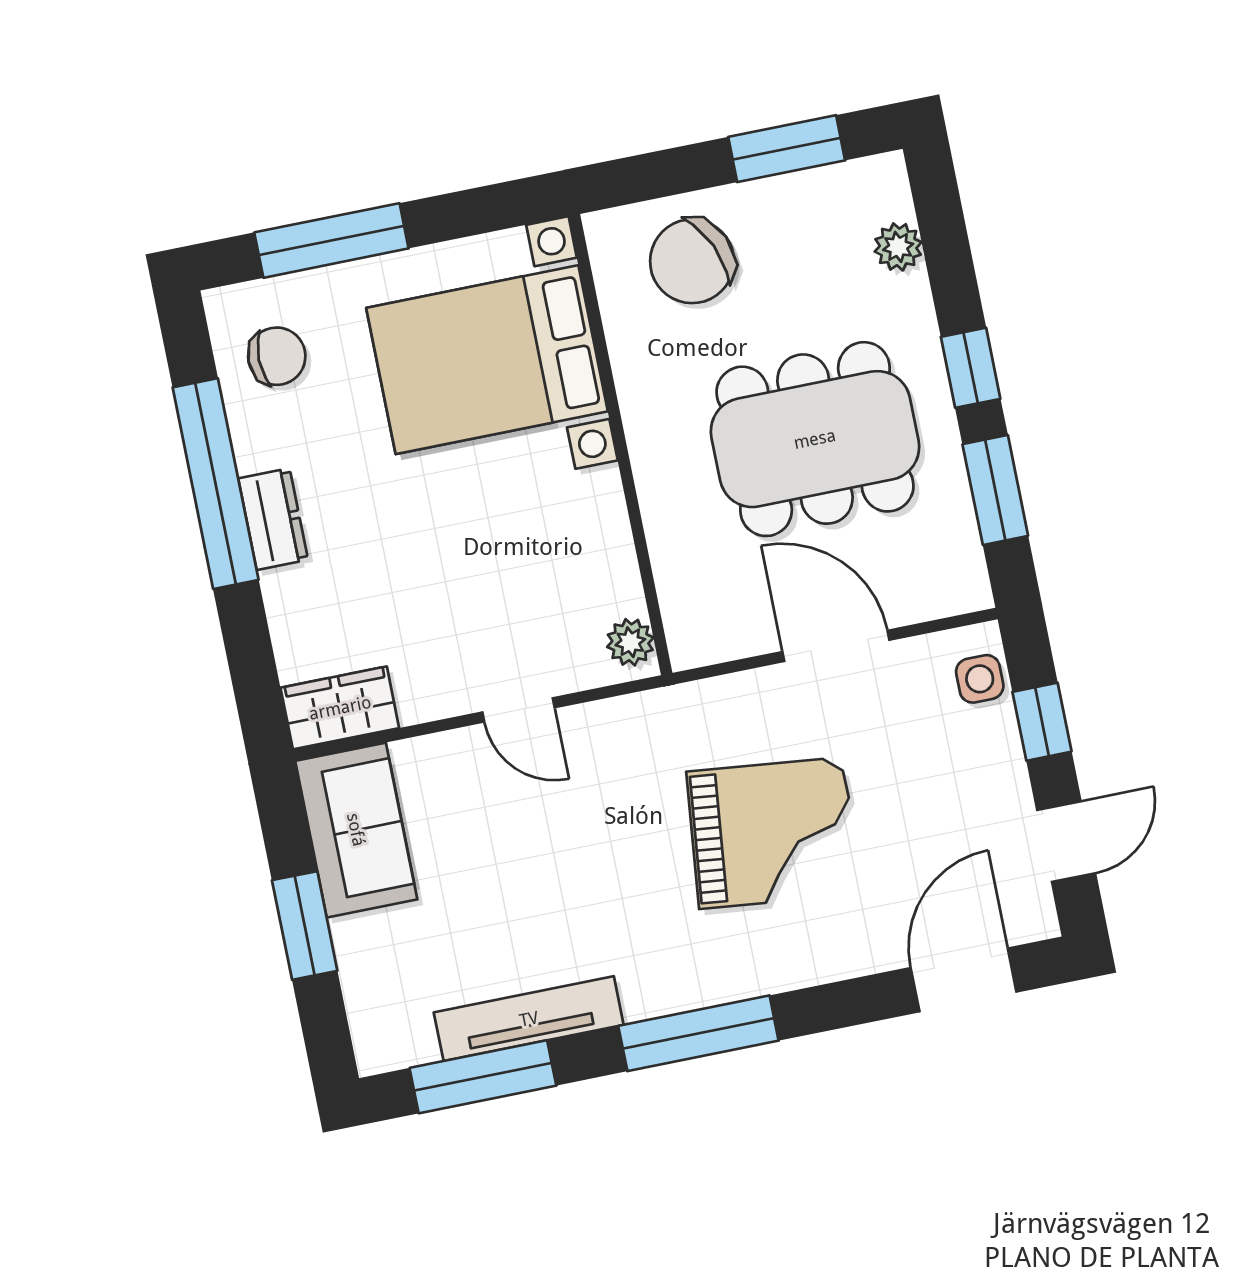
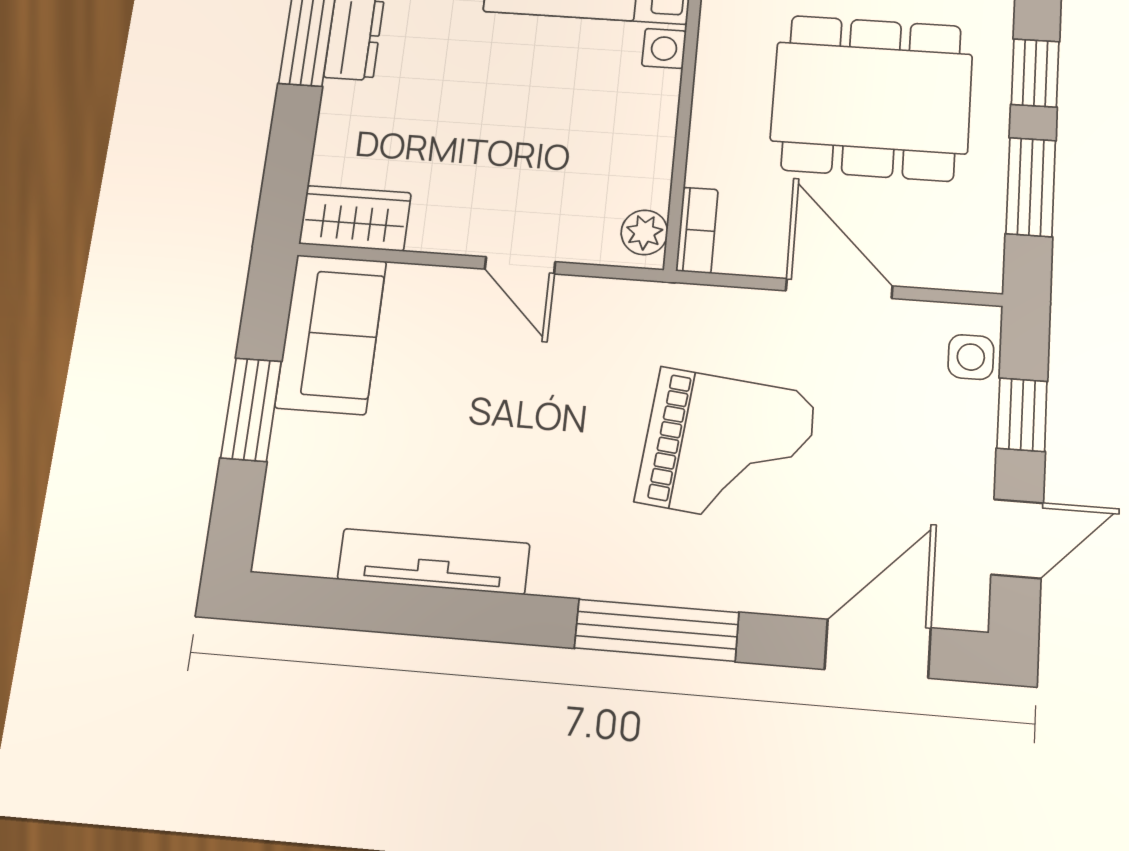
bookcase: (681, 626) -> (697, 230), added
window: (698, 1033) -> (657, 630), moved
window: (483, 1077) -> (370, 606), removed

